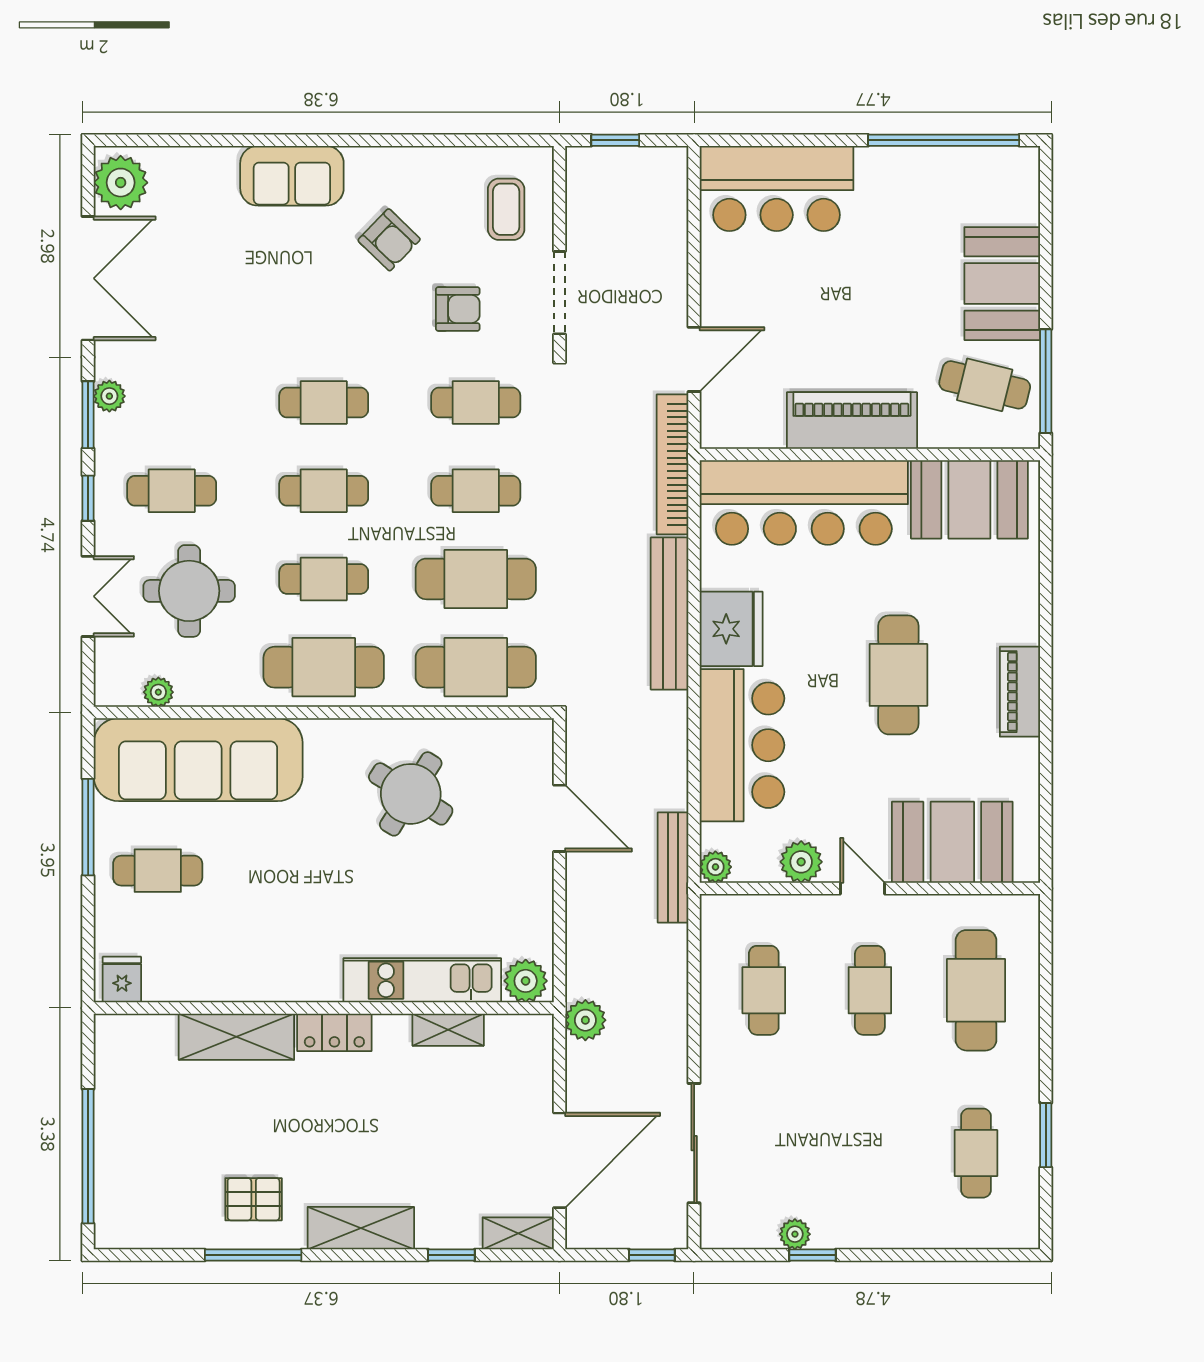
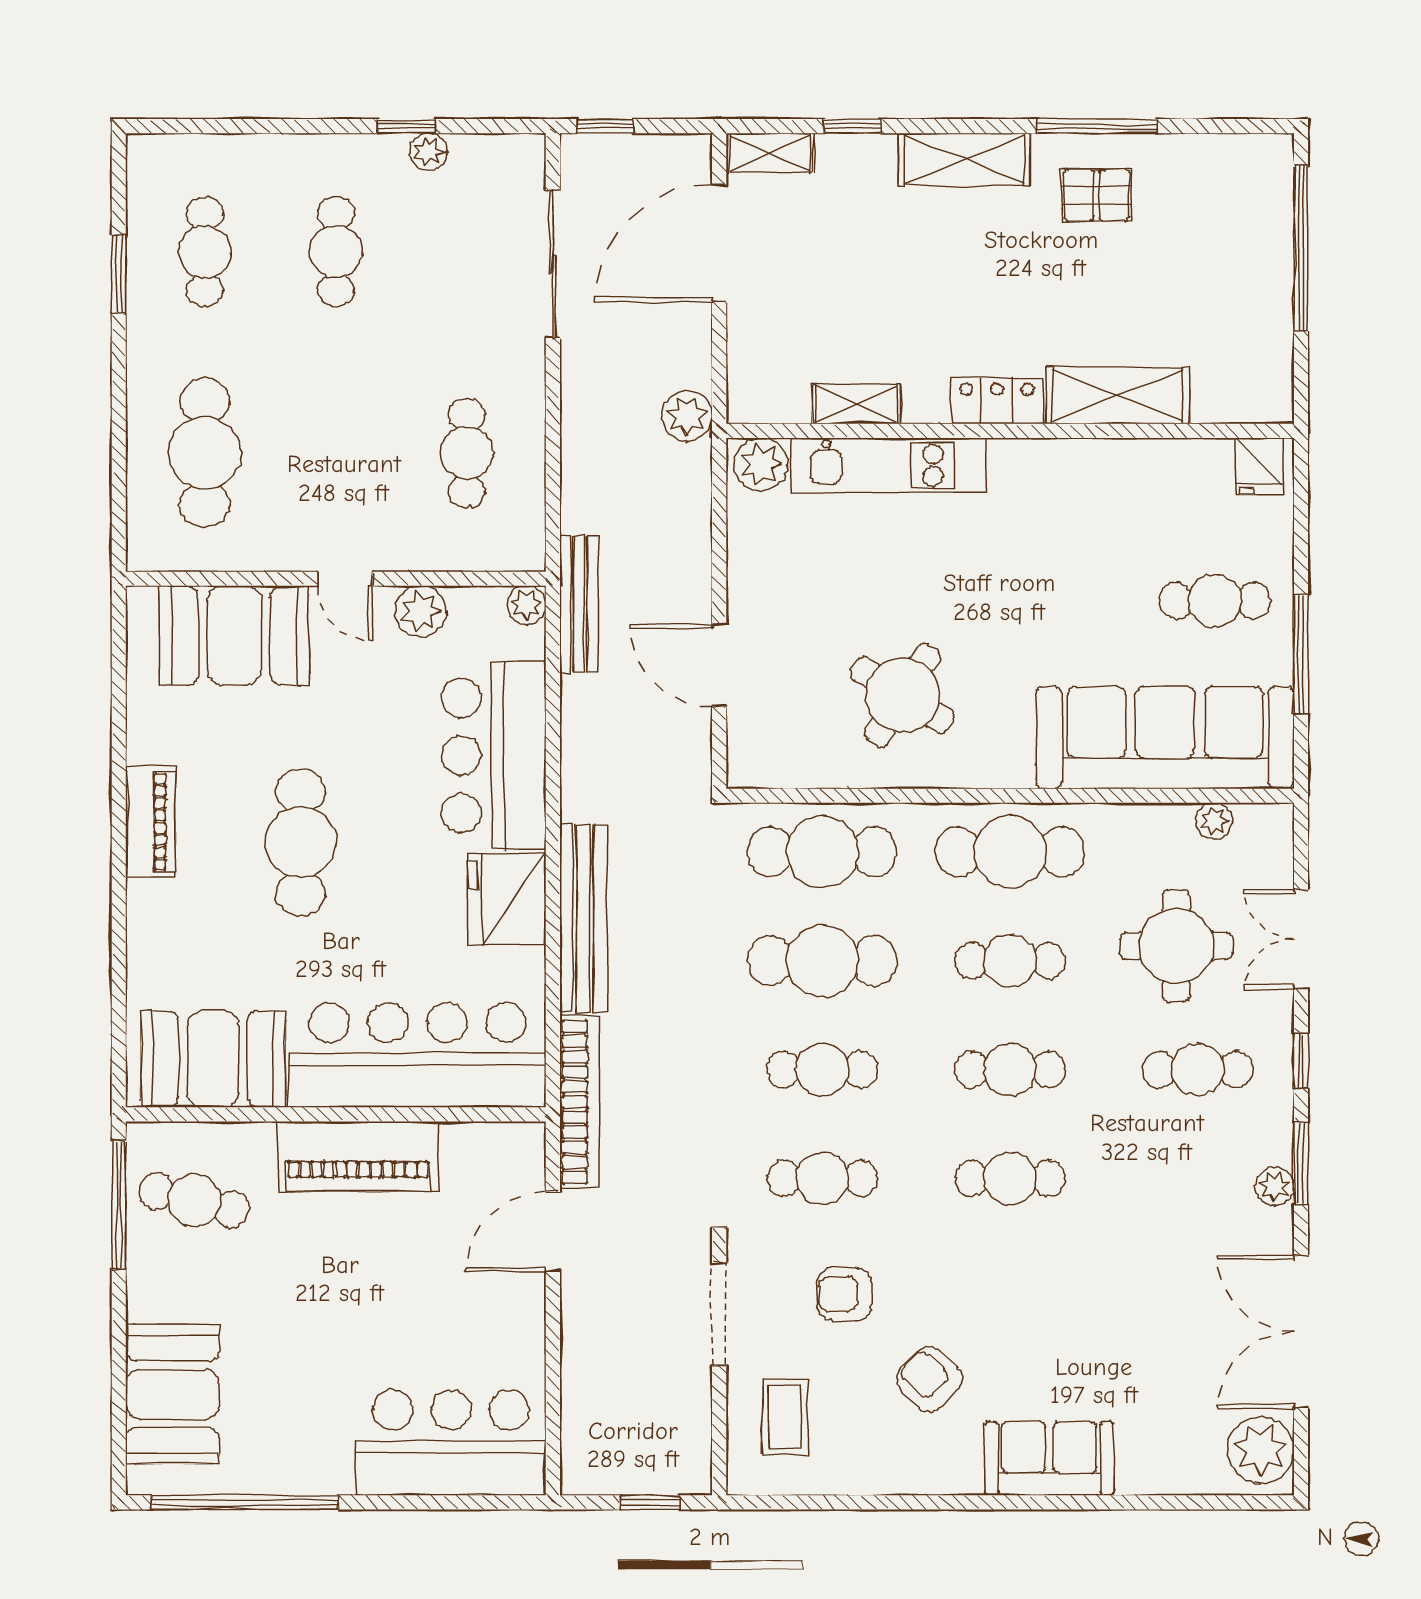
booth: (1002, 284) -> (172, 1394), moved
cafe table: (870, 990) -> (336, 252), moved

